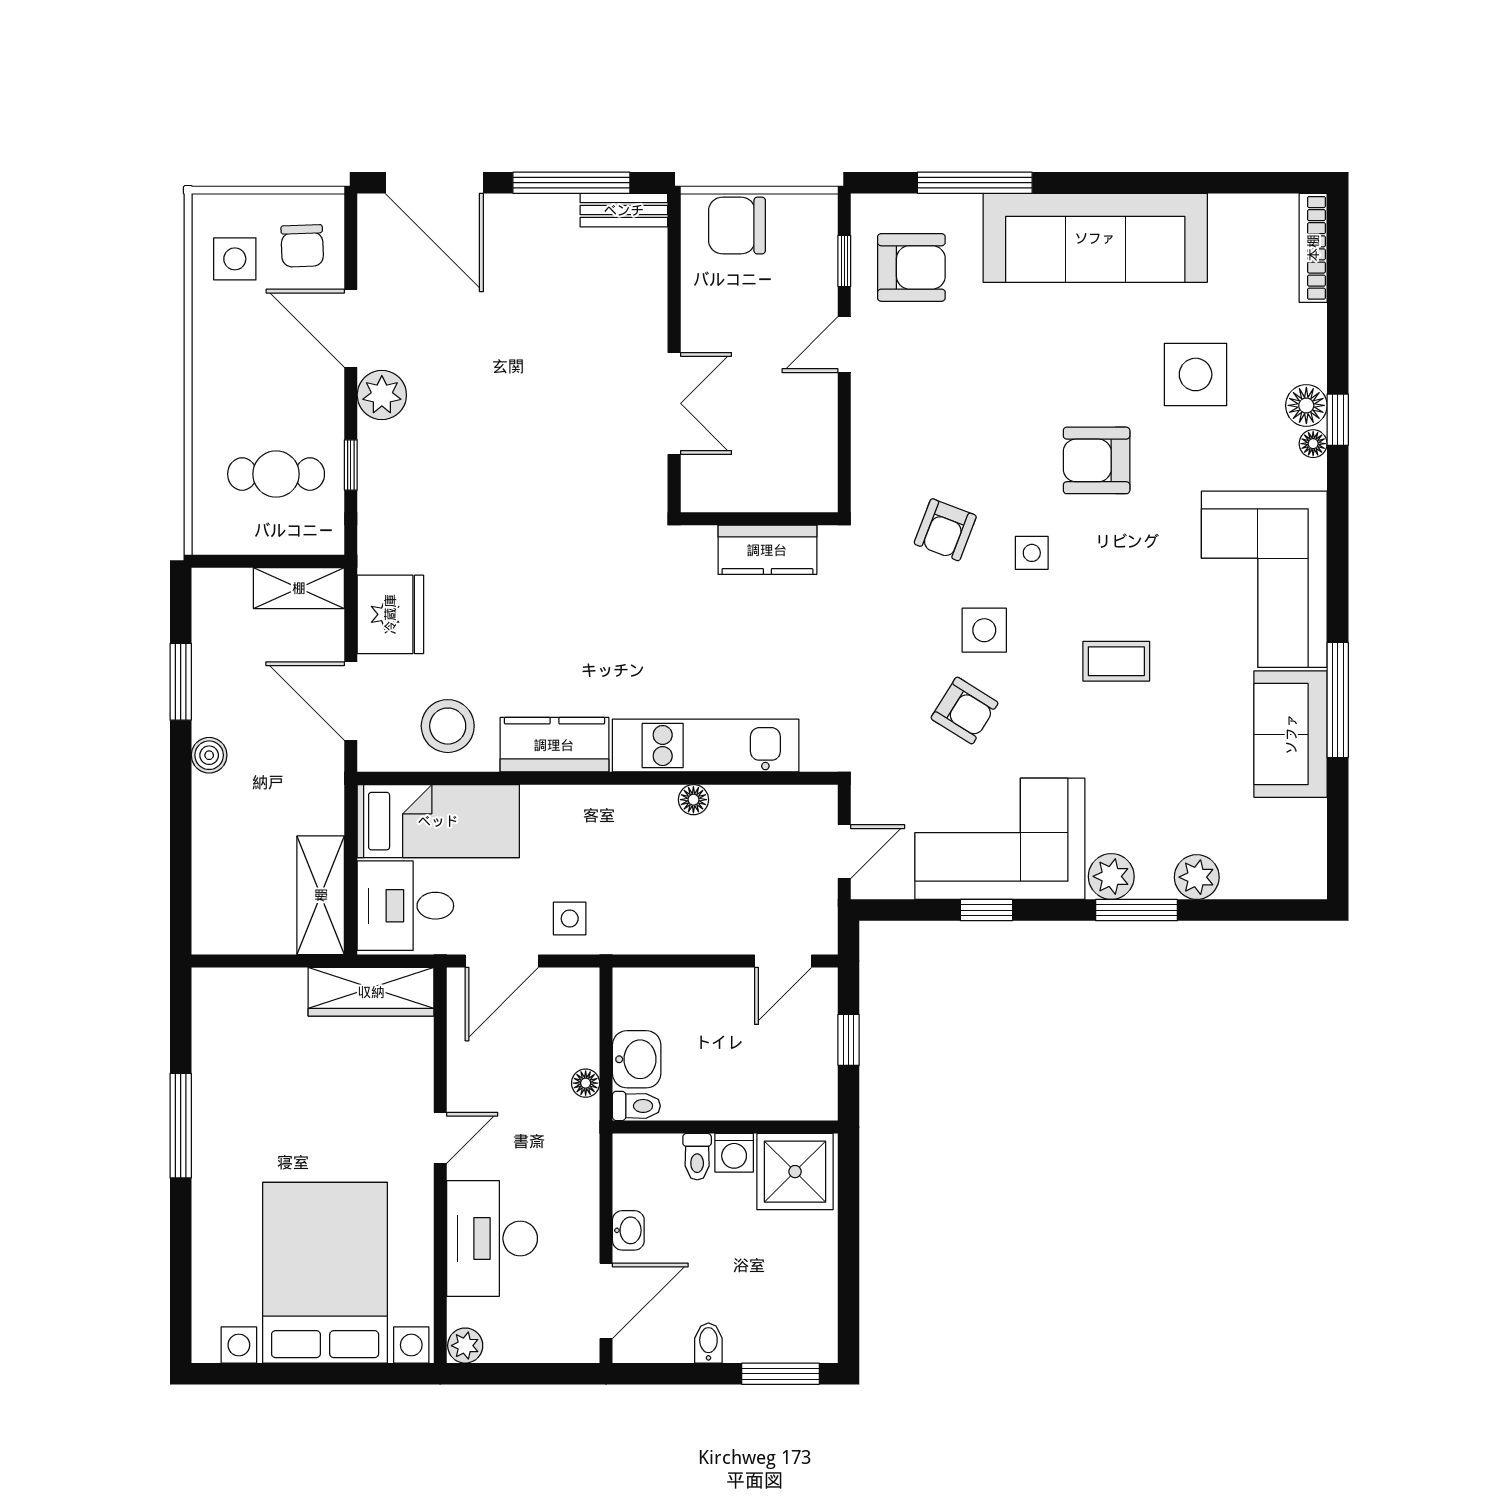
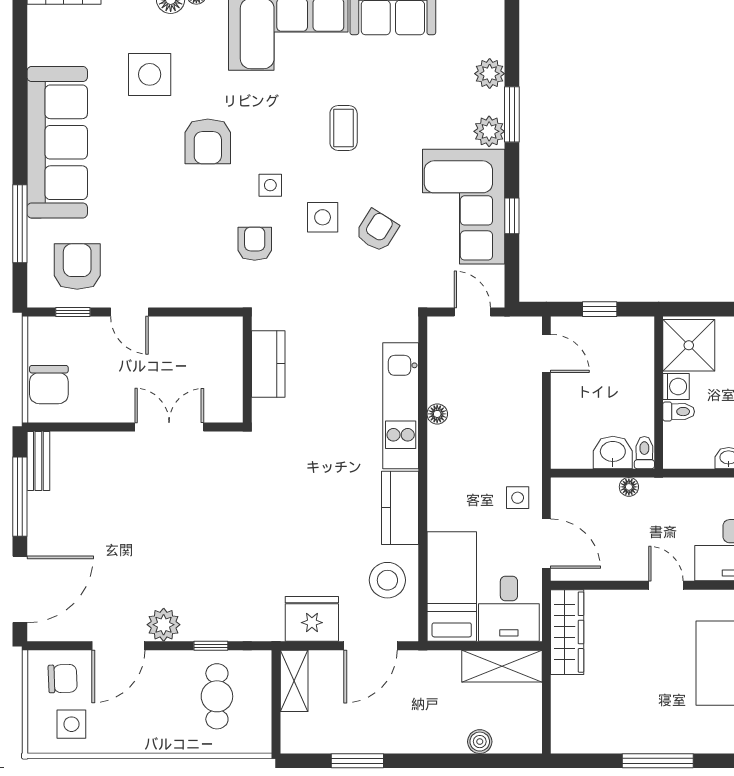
armchair: (945, 530) -> (255, 244), turned -111
boiler: (209, 755) -> (480, 742), moved

